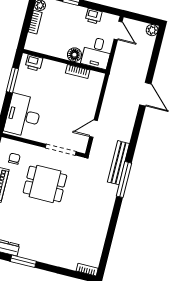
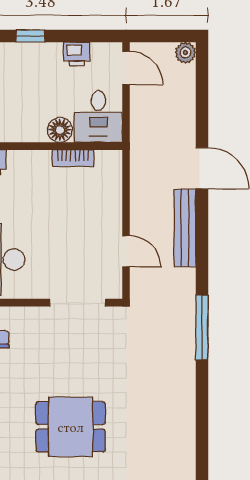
door: (94, 129) -> (126, 251), swing flipped
bench: (118, 163) -> (185, 228), moved
dining table: (45, 184) -> (71, 427), moved

